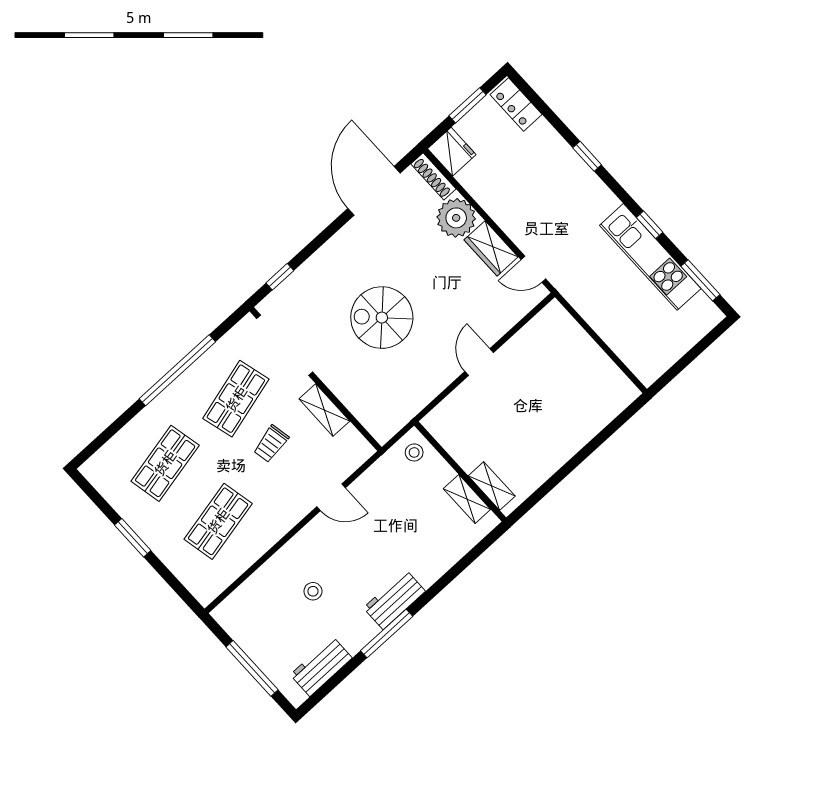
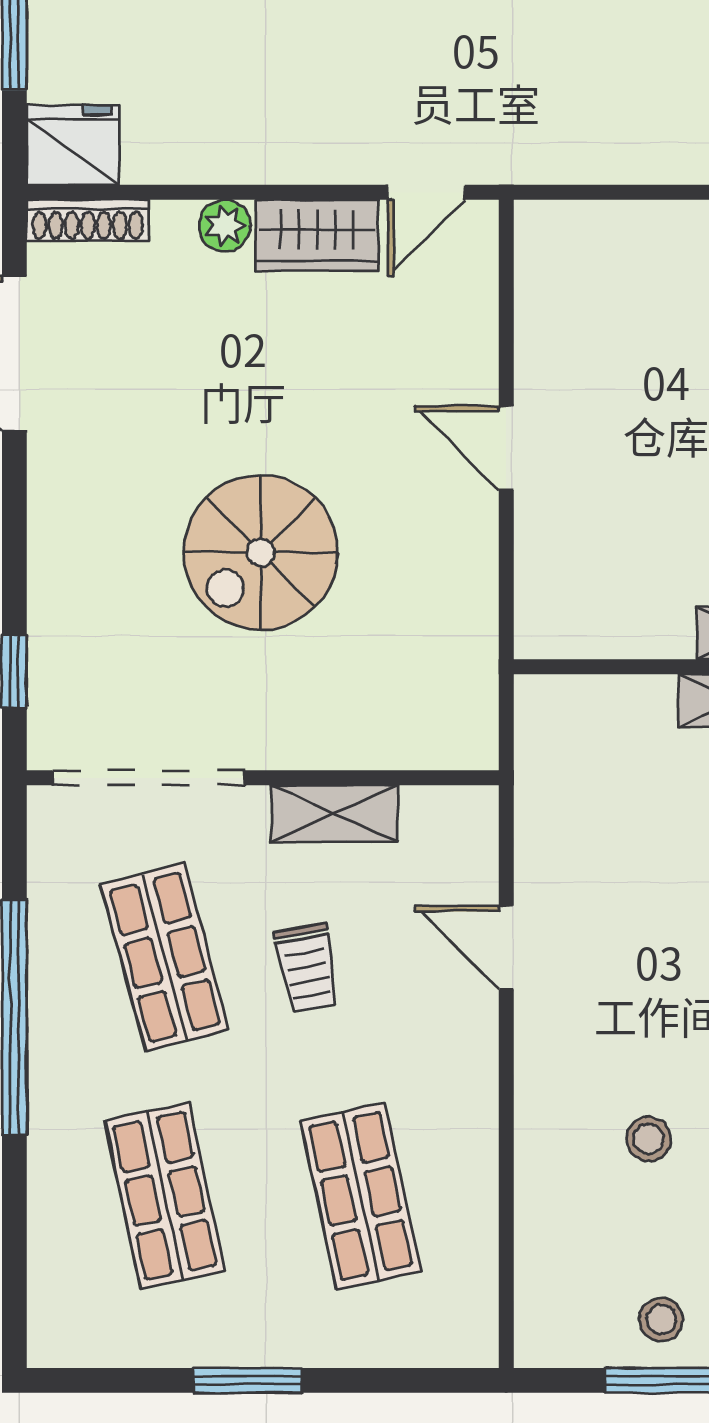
plant: (456, 218) -> (225, 226), width x0.53, depth x0.53
stool: (414, 452) -> (661, 1319), moved
door: (331, 497) -> (506, 948), swing flipped

